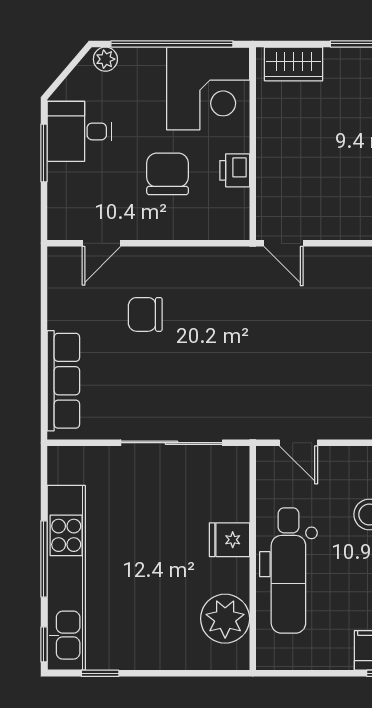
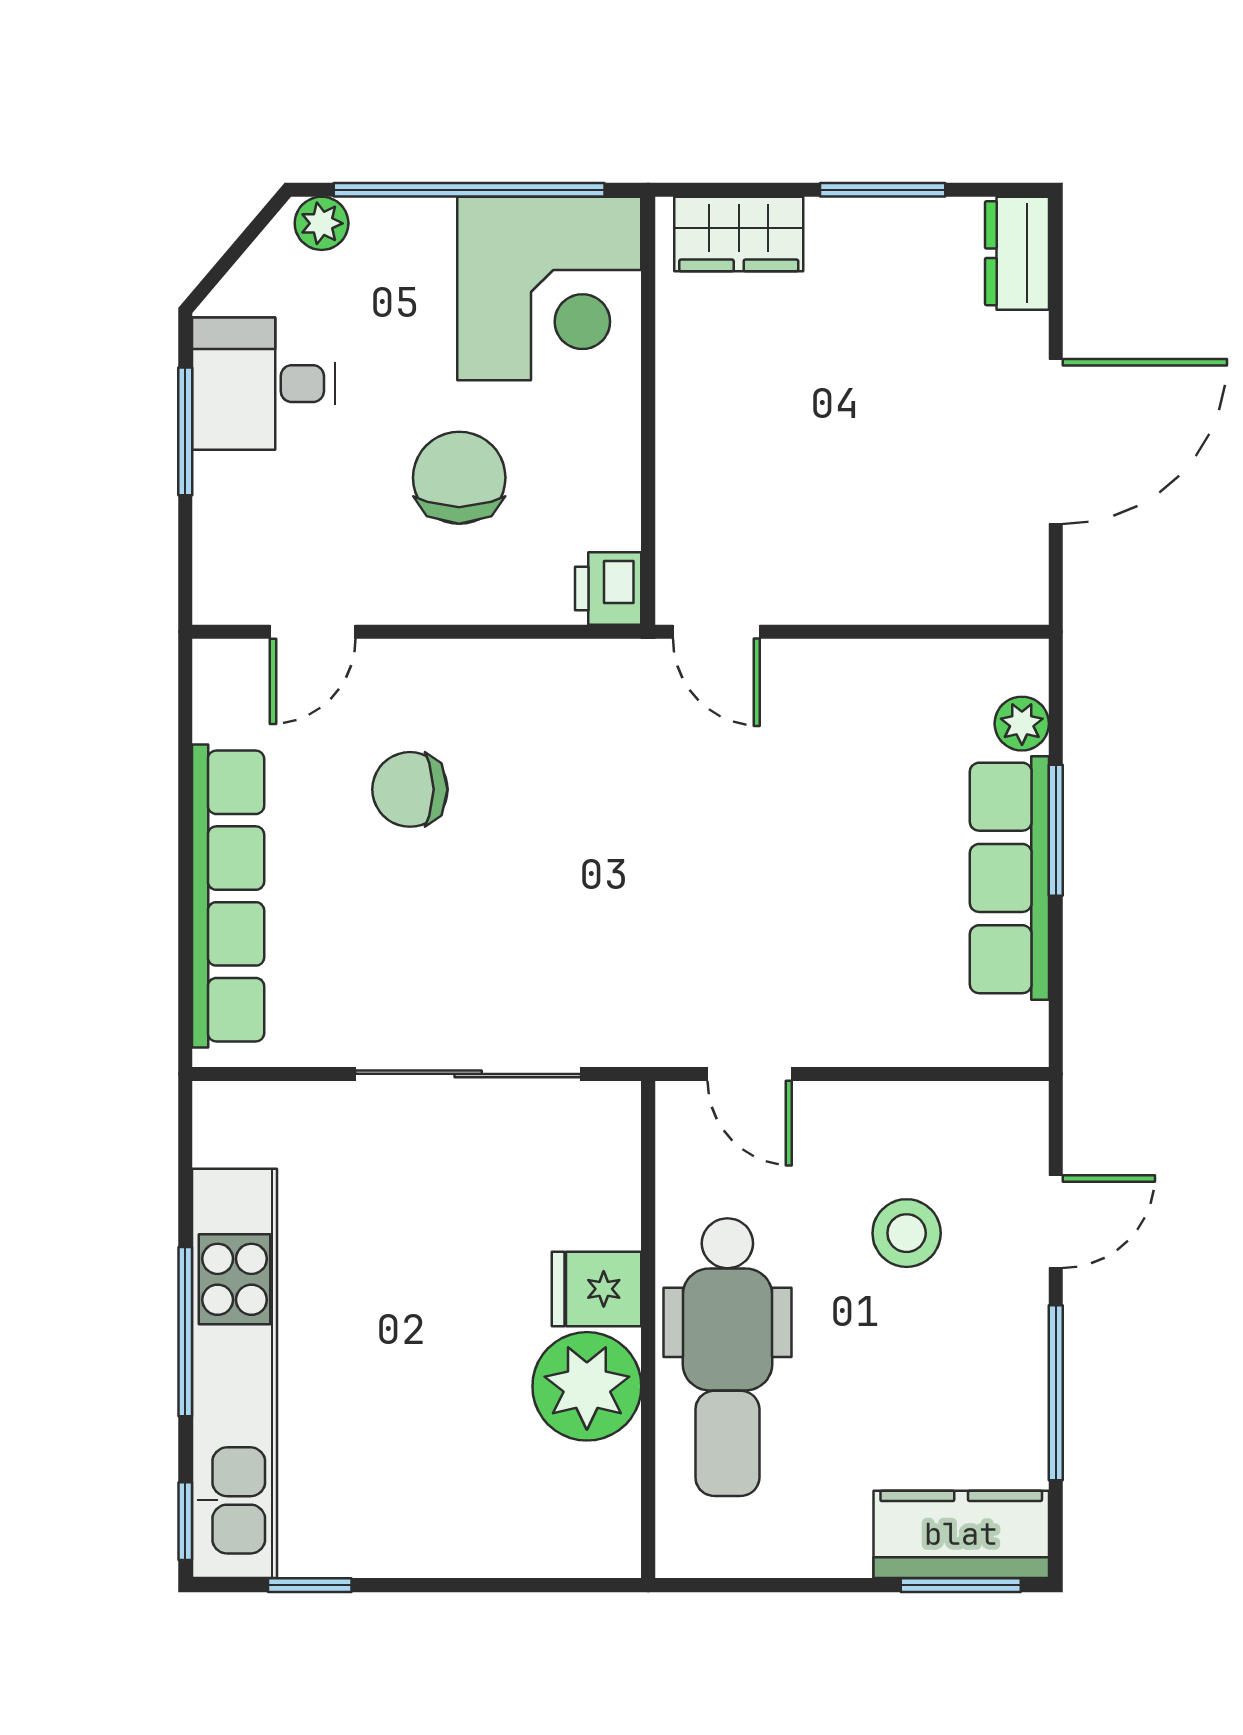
printer: (235, 170) -> (608, 589), moved
row of seats: (63, 381) -> (228, 896), width x1.36
plant: (225, 619) -> (587, 1386), moved

